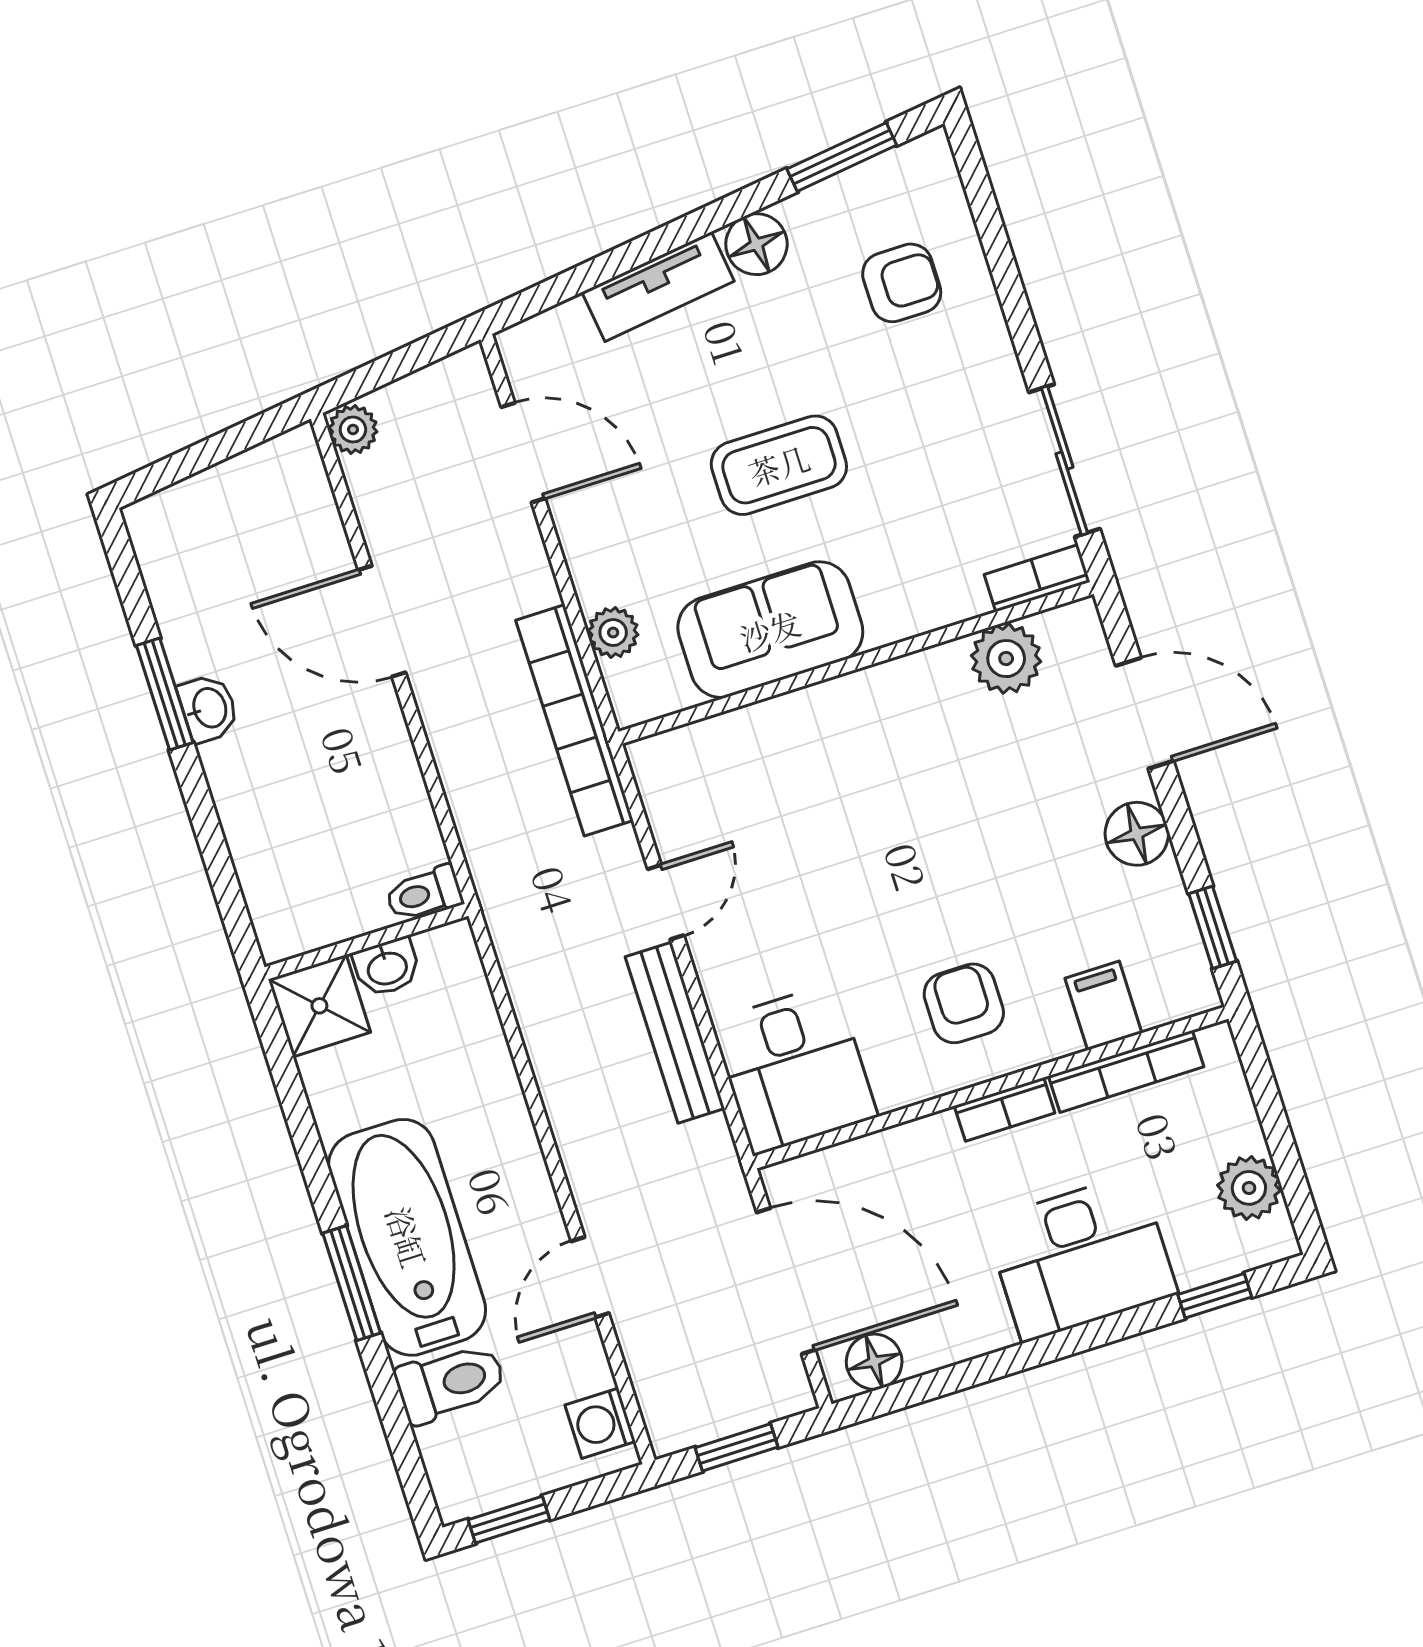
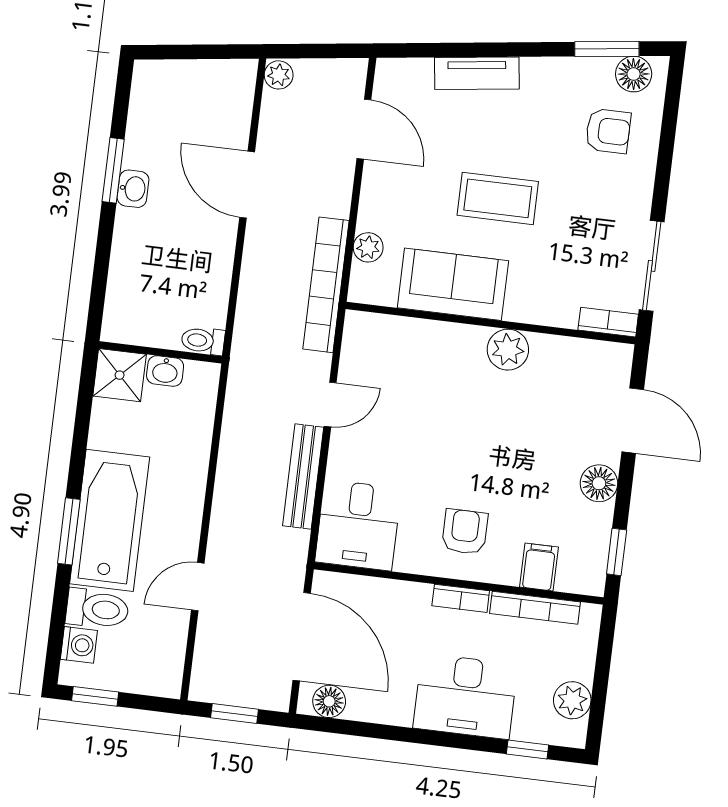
floor lamp: (756, 244) -> (634, 74), moved
plant: (1006, 659) -> (508, 350), moved
washing machine: (600, 1423) -> (79, 645), moved, turned 180

